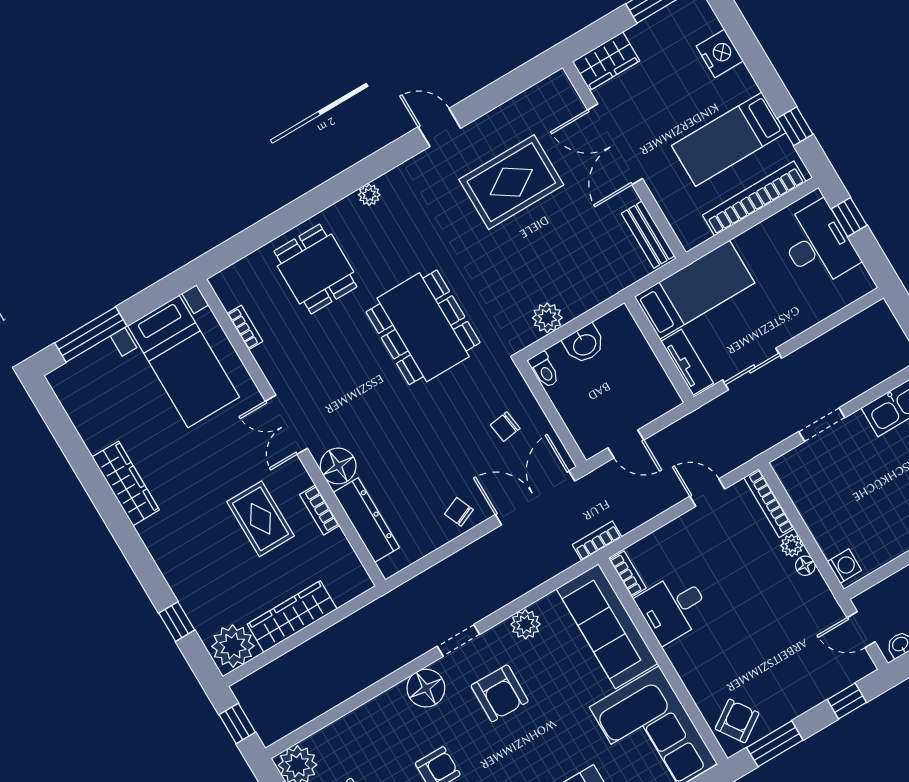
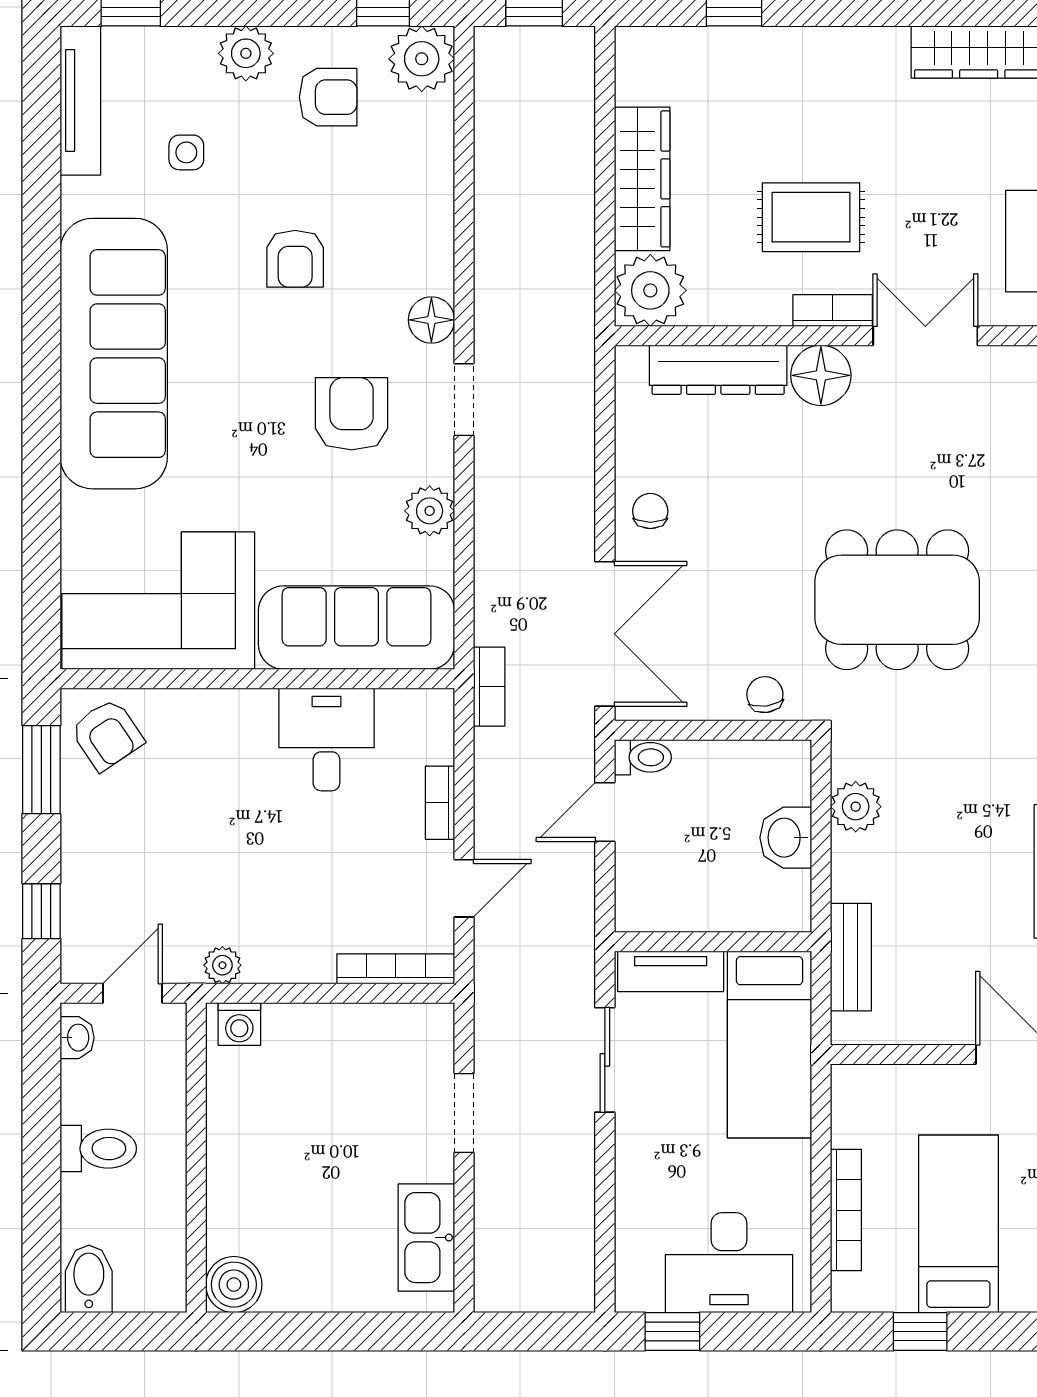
bookcase: (754, 198) -> (846, 1210), width x0.68, depth x0.76
window: (849, 217) -> (672, 1332), moved
bench: (648, 235) -> (851, 957), moved, turned 90
dining table: (423, 327) -> (897, 600), moved
toilet: (544, 370) -> (643, 757), moved, turned 180
chair: (505, 427) -> (765, 695), moved
bookcase: (320, 510) -> (833, 311), moved
chair: (459, 512) -> (650, 511), turned -67
plant: (792, 546) -> (222, 965), moved
floor lamp: (805, 566) -> (273, 968), removed
bookcase: (628, 574) -> (440, 803), moved, turned 90
plant: (233, 646) -> (650, 290), moved
floor lamp: (426, 688) -> (431, 320), width x0.73, depth x0.73
armchair: (500, 693) -> (352, 414), turned 89

